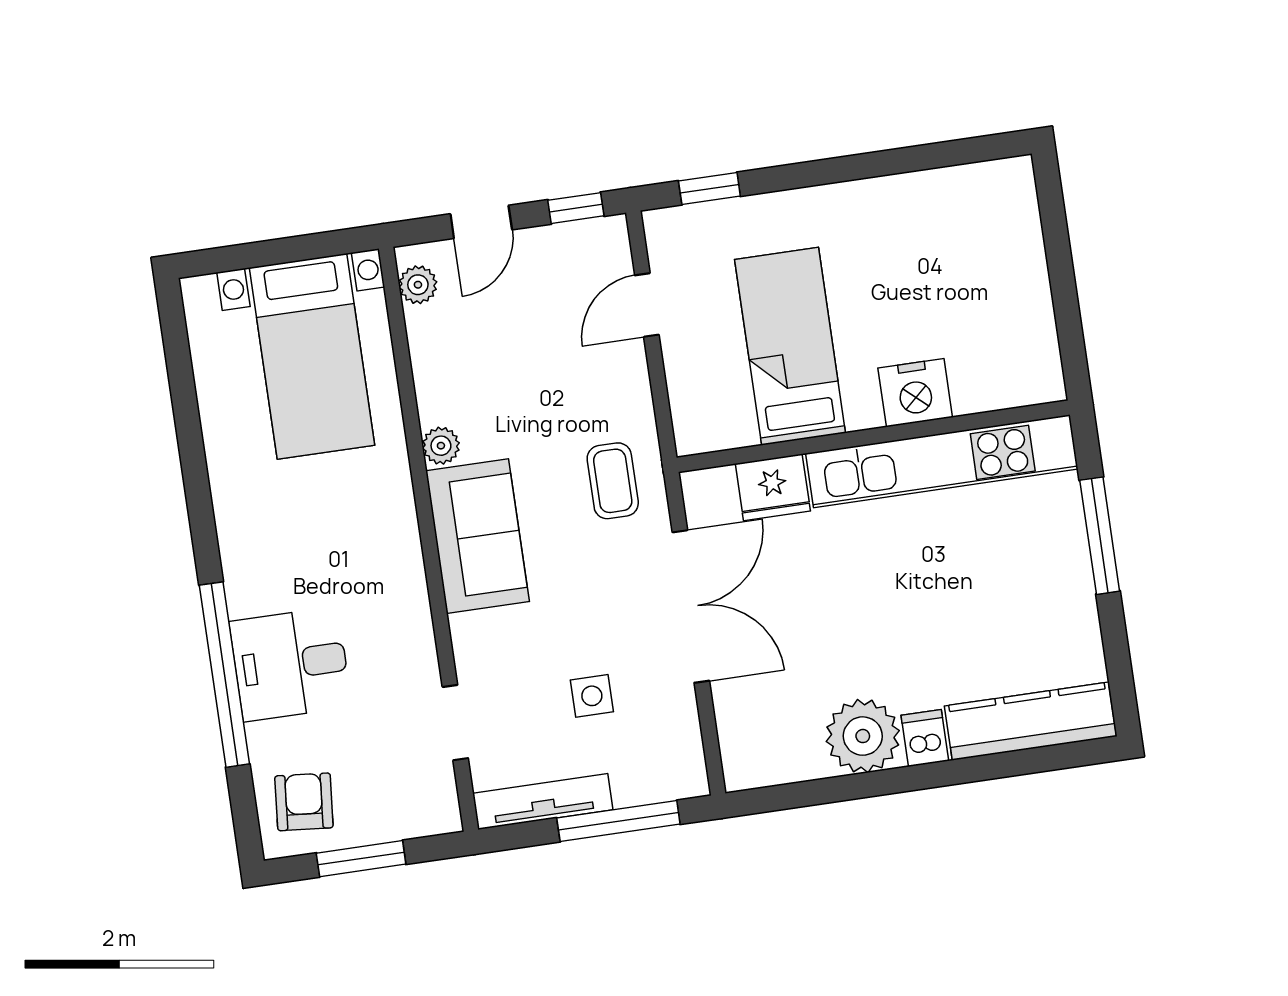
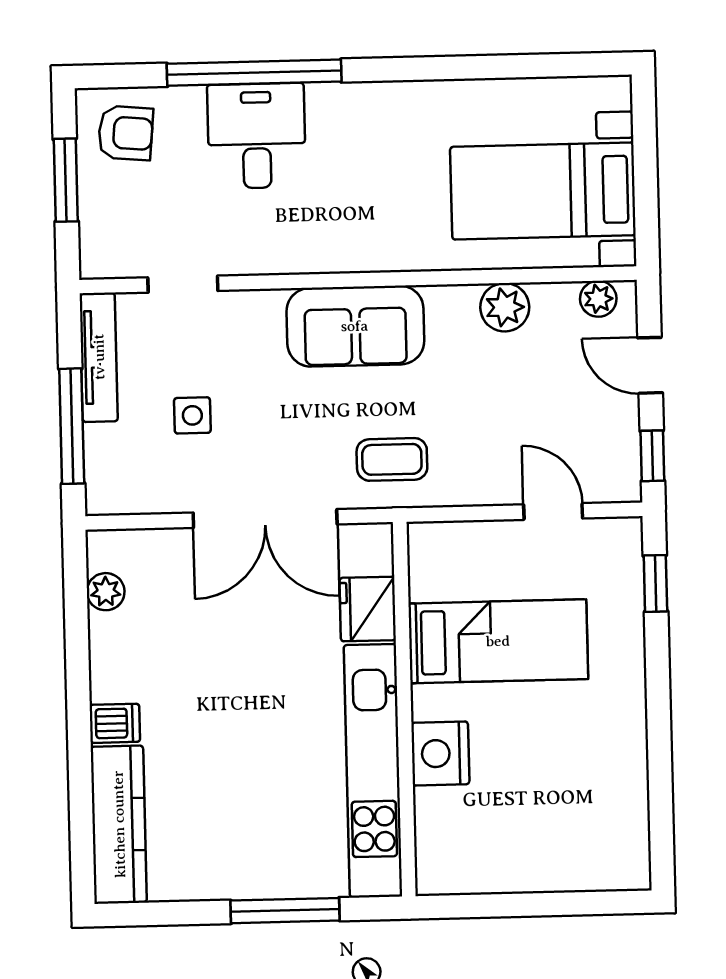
plant: (441, 446) -> (505, 307), moved, width x1.38, depth x1.38
plant: (863, 736) -> (106, 592), moved, width x0.53, depth x0.53

